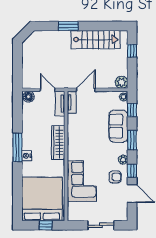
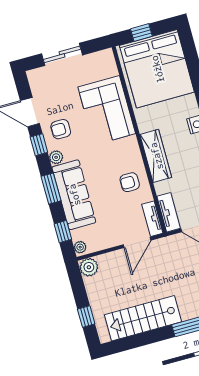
sofa: (118, 126) -> (74, 195), width x1.36
armchair: (80, 130) -> (130, 182), added

